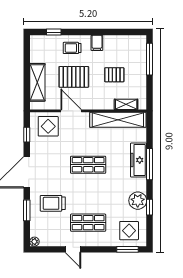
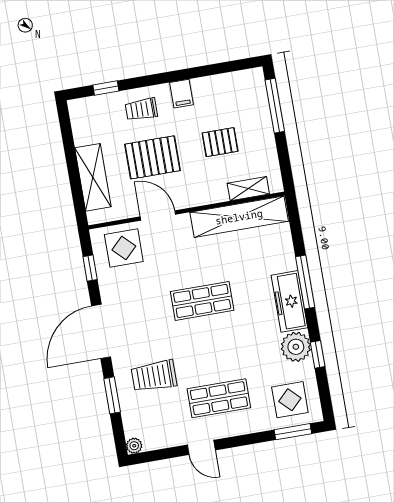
freezer: (139, 160) -> (289, 301), moved

